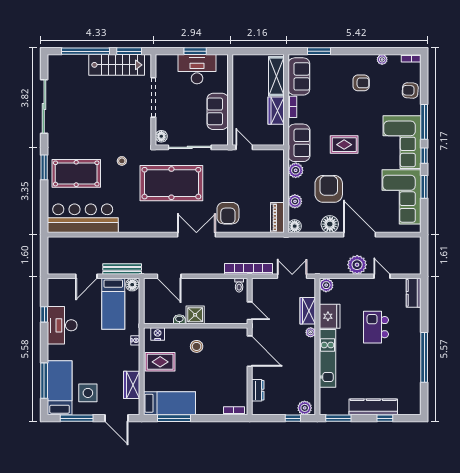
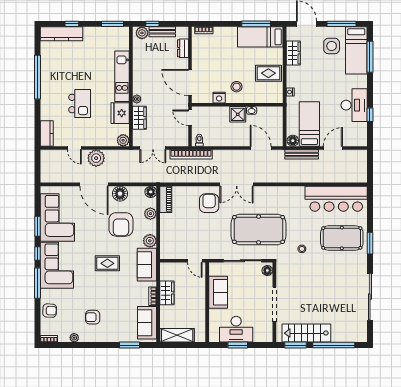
shelving: (276, 76) -> (177, 335), moved, turned 90
nightstand: (158, 334) -> (219, 98), moved
kitchen counter: (373, 407) -> (61, 34), moved
bench: (282, 409) -> (162, 32), added

